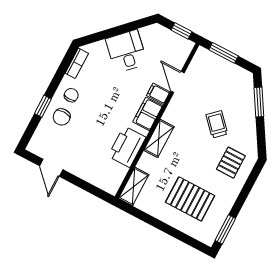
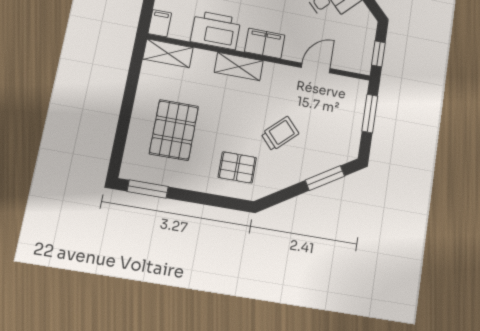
filing cabinet: (158, 94) -> (160, 23), moved

